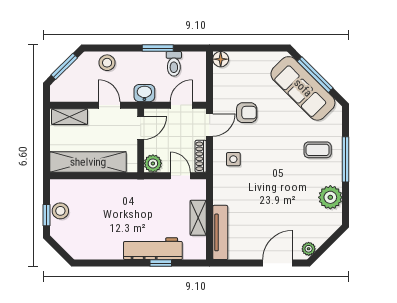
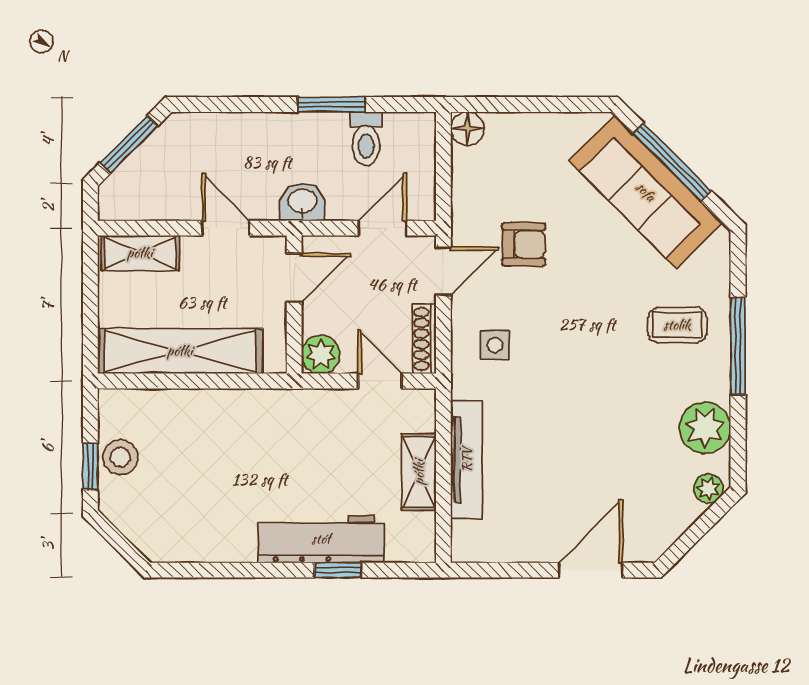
stool: (107, 63) -> (221, 136), removed
tv unit: (220, 232) -> (467, 460), moved
plant: (309, 249) -> (709, 488), moved

